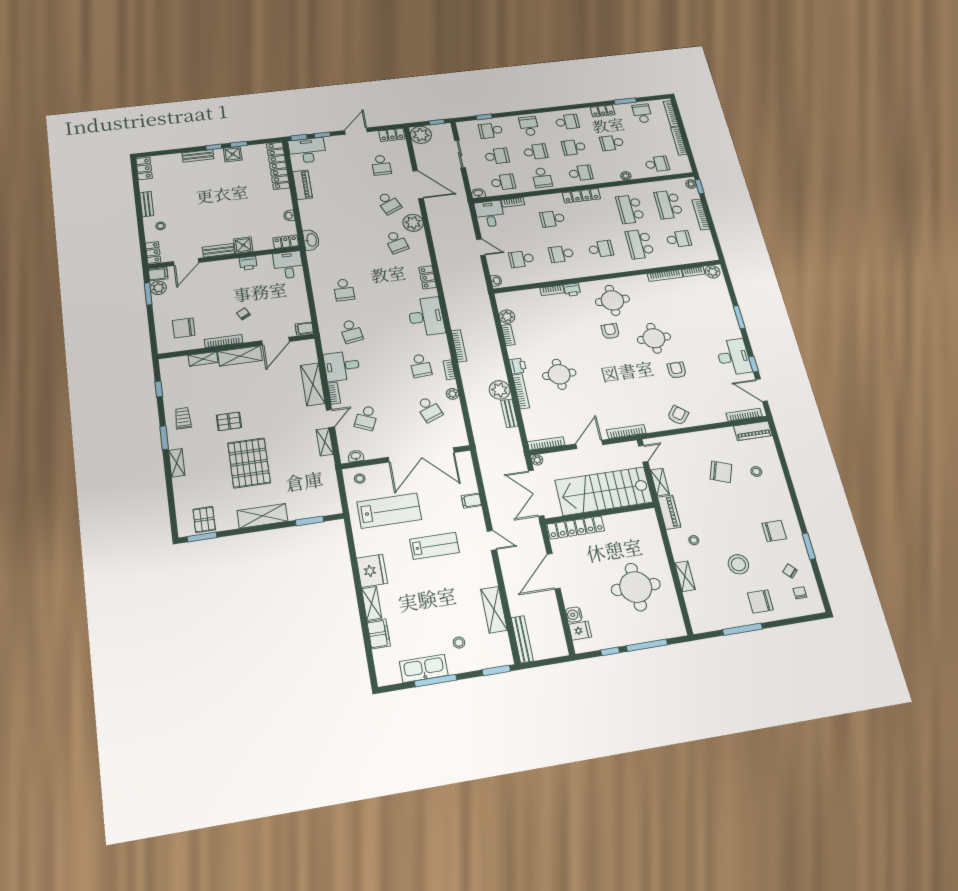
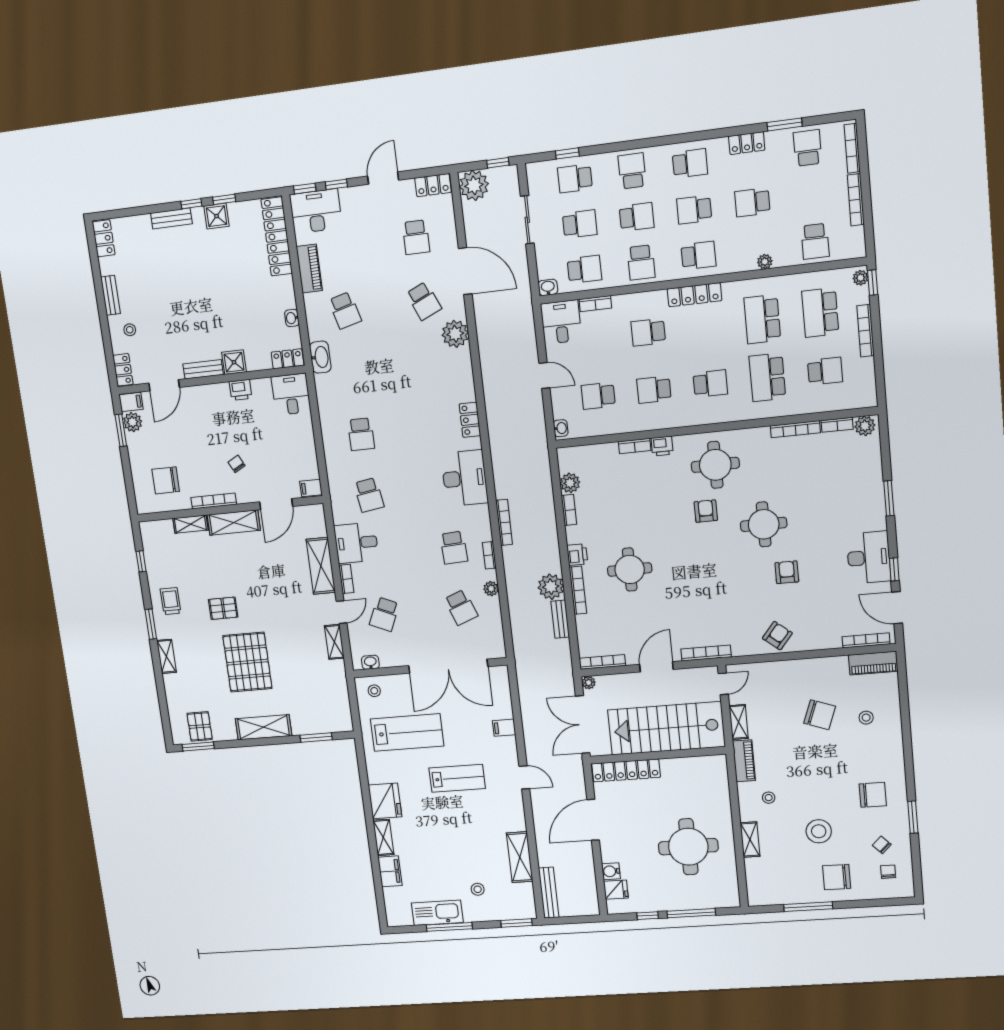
school desk: (657, 164) -> (815, 241), turned 90
school desk: (396, 242) -> (345, 310), moved

